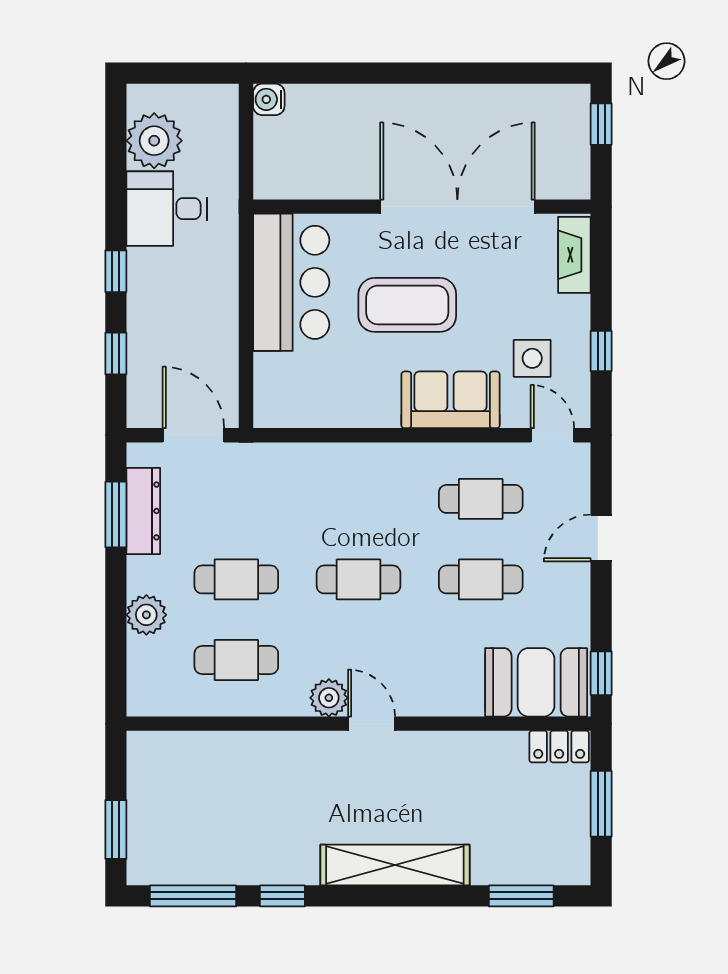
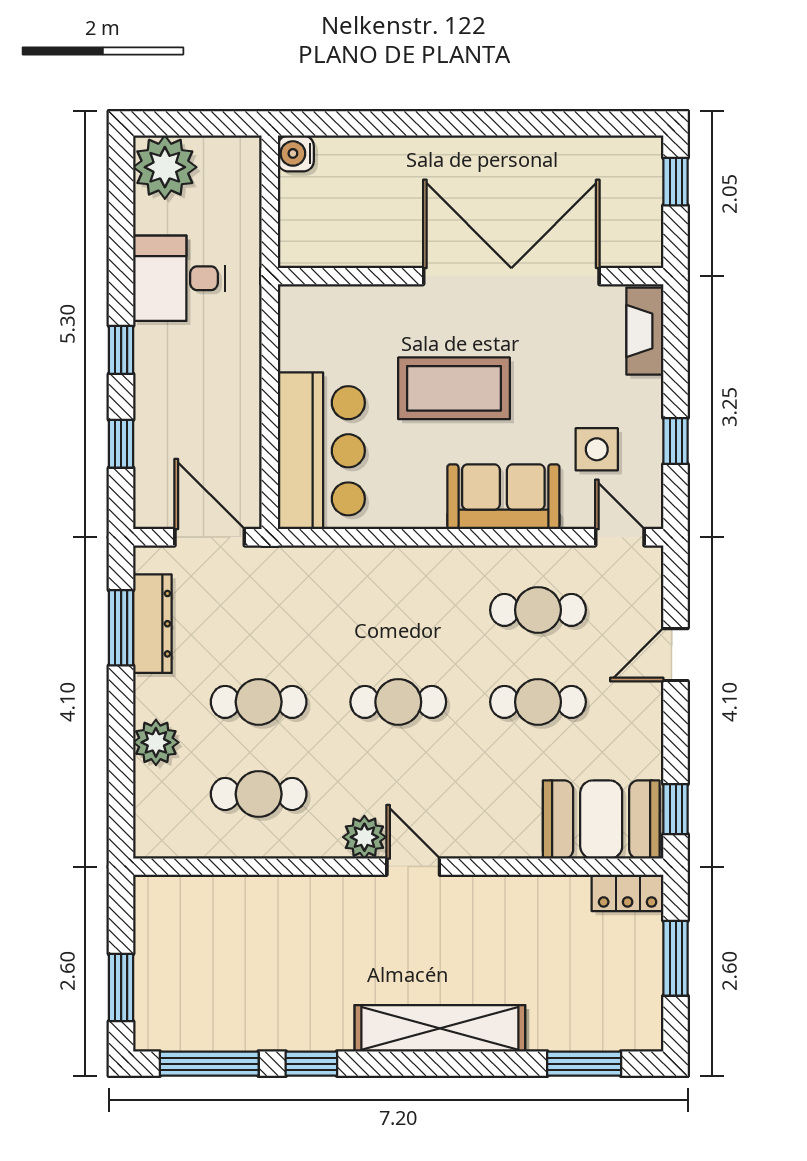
plant: (154, 141) -> (165, 167), moved
bar counter: (291, 282) -> (321, 451), moved

